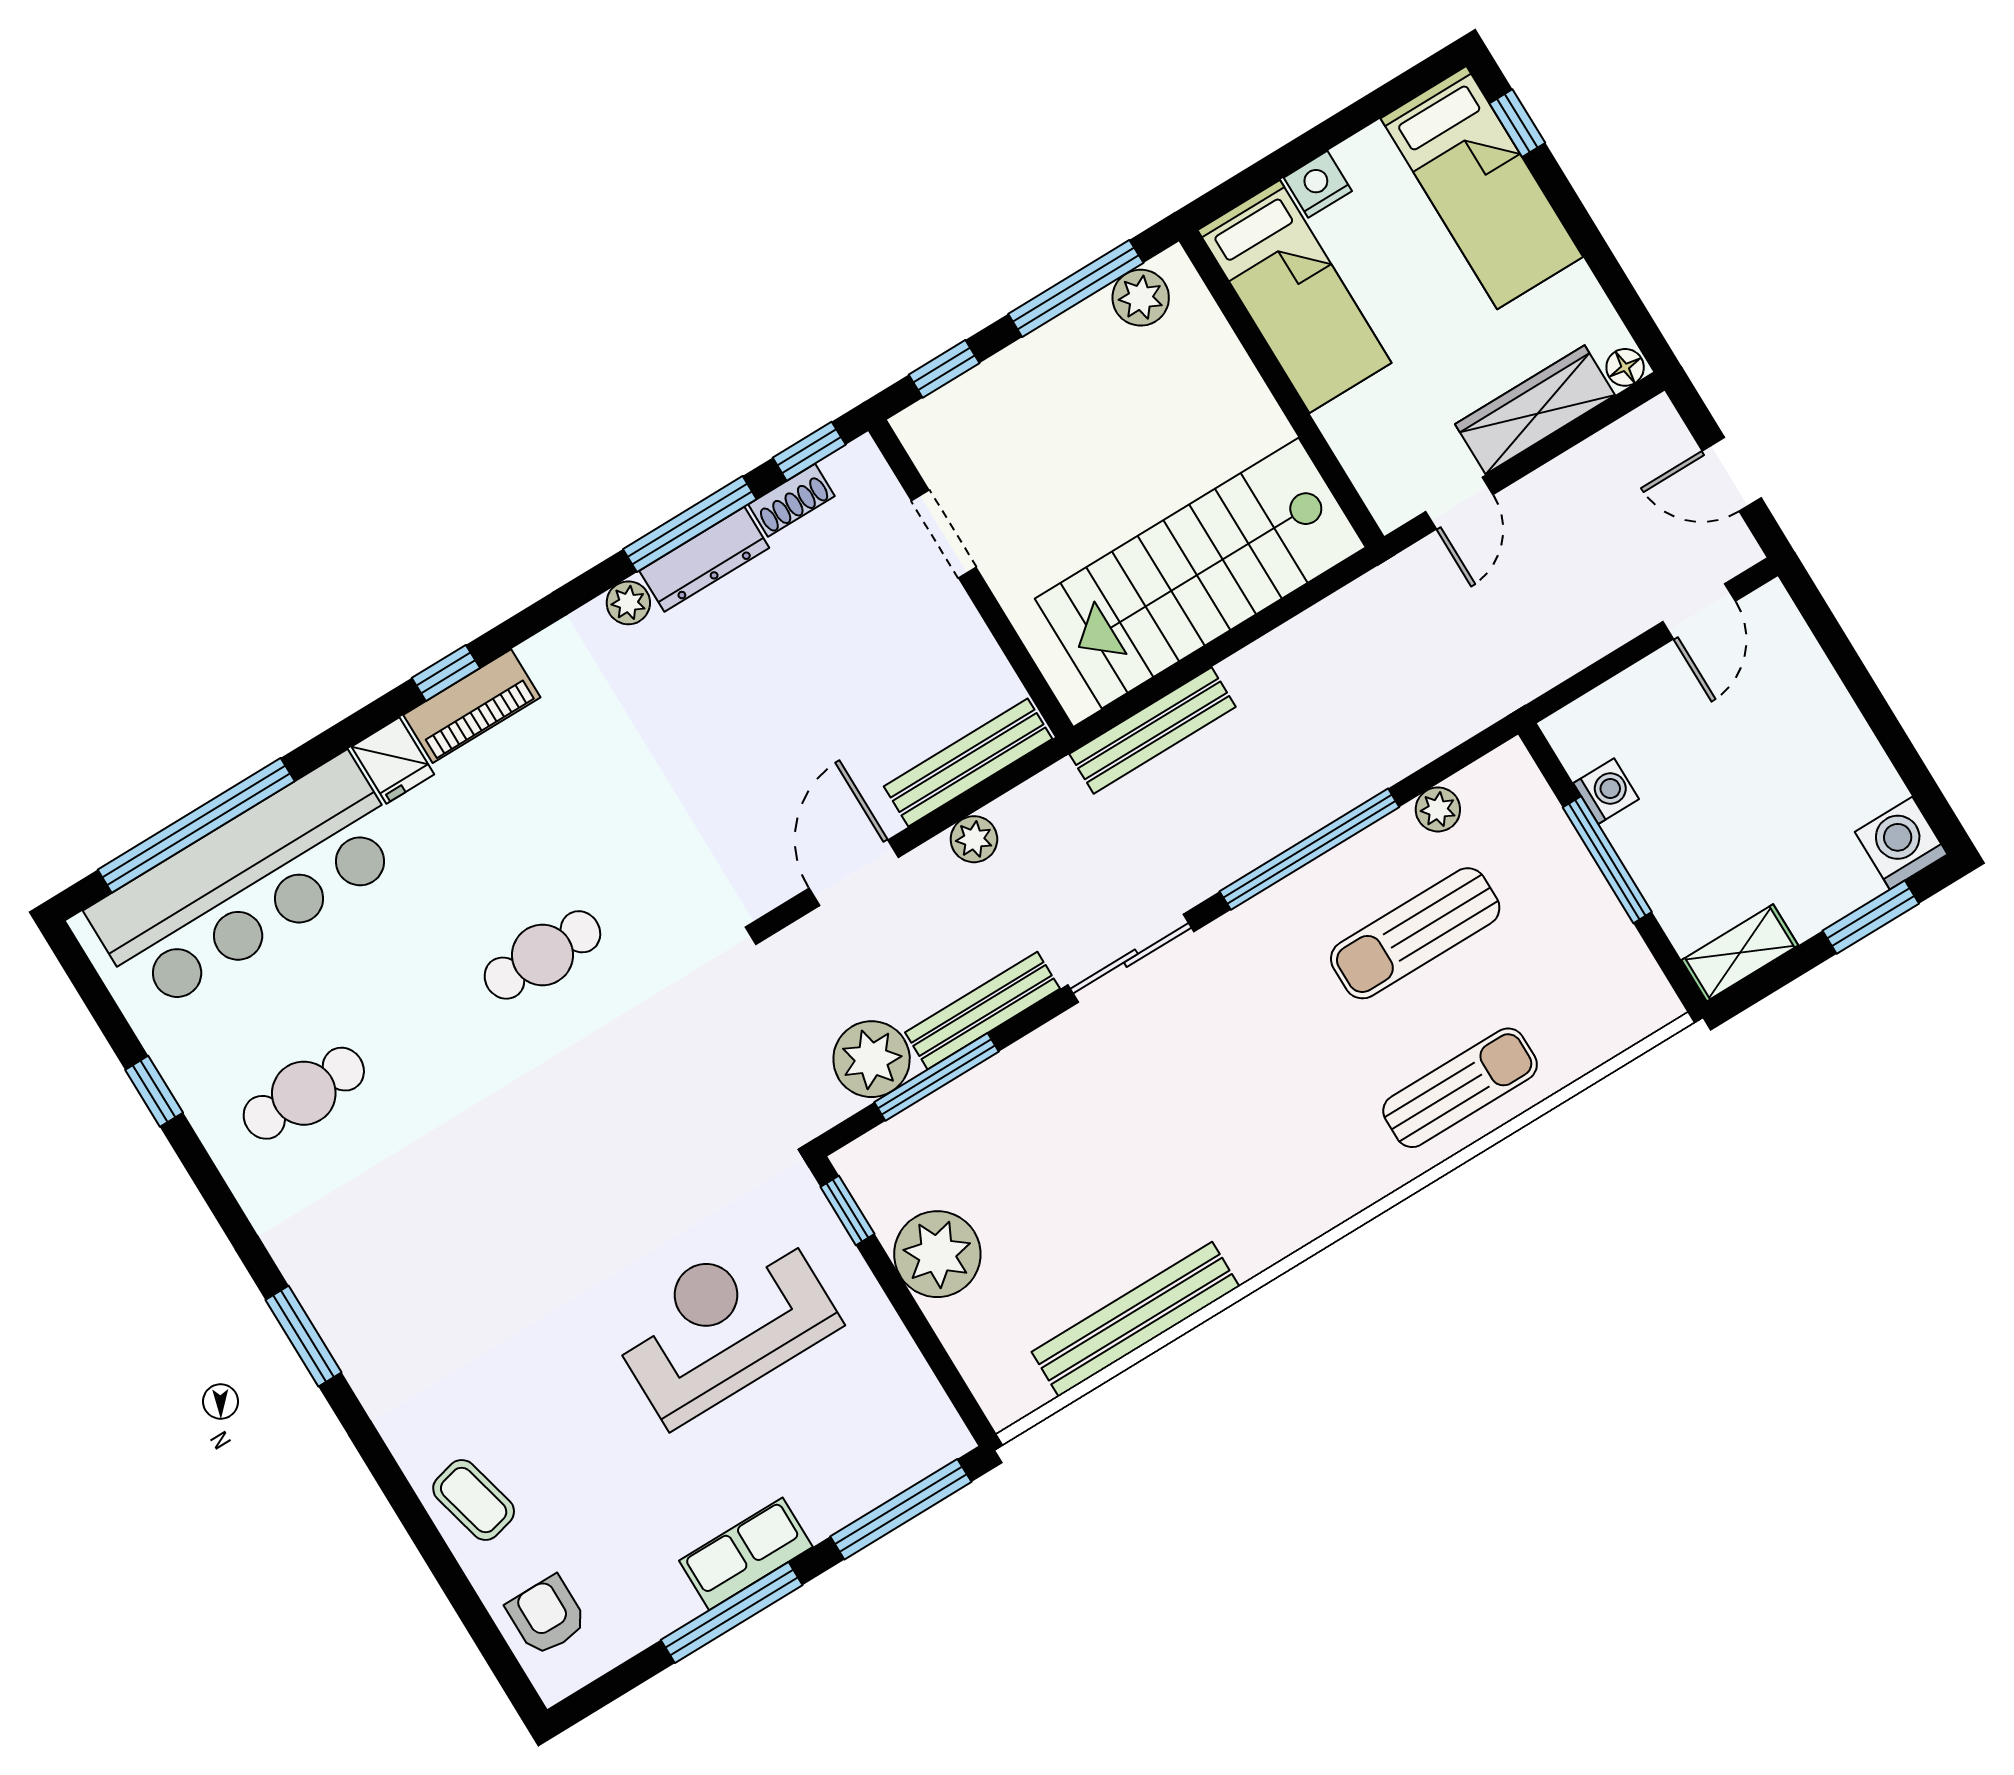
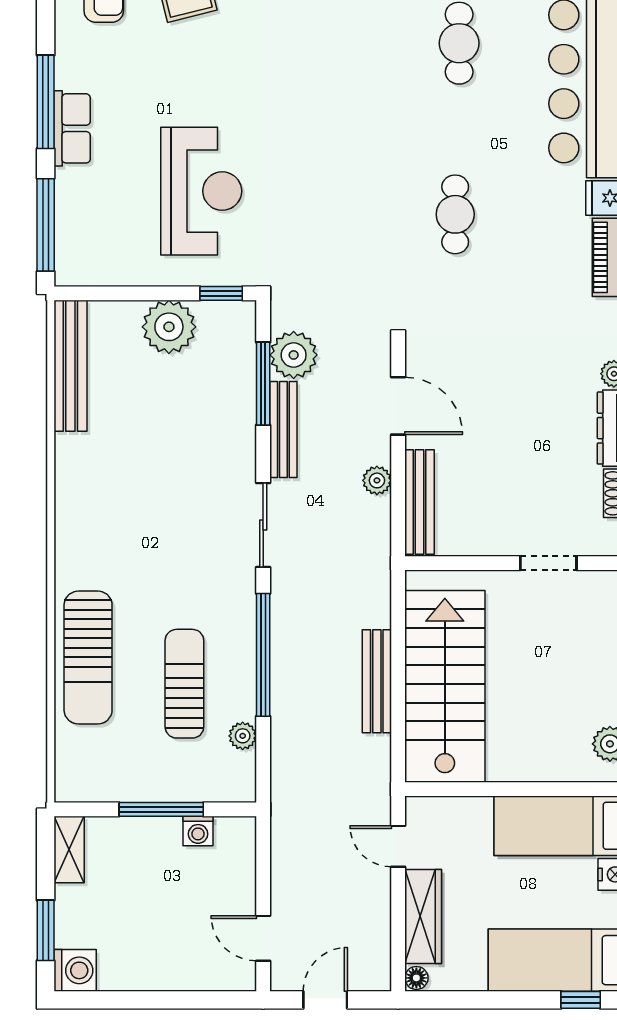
bench: (1153, 730) -> (377, 681), moved
sun lounger: (1460, 1088) -> (88, 658), width x1.36, depth x1.34
bench: (1135, 1319) -> (70, 366), moved

